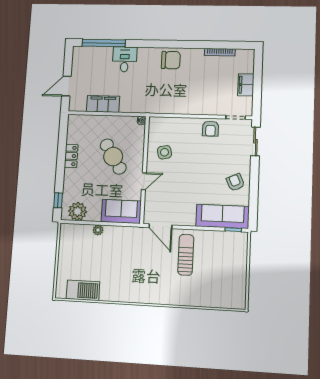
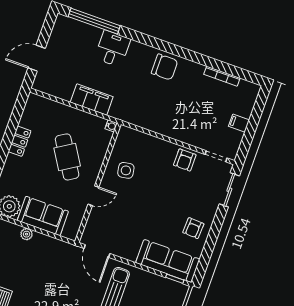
filing cabinet: (246, 85) -> (239, 123), width x0.50
filing cabinet: (103, 104) -> (92, 99), moved
armchair: (235, 182) -> (193, 228), turned -153
sofa: (121, 211) -> (43, 216), moved

